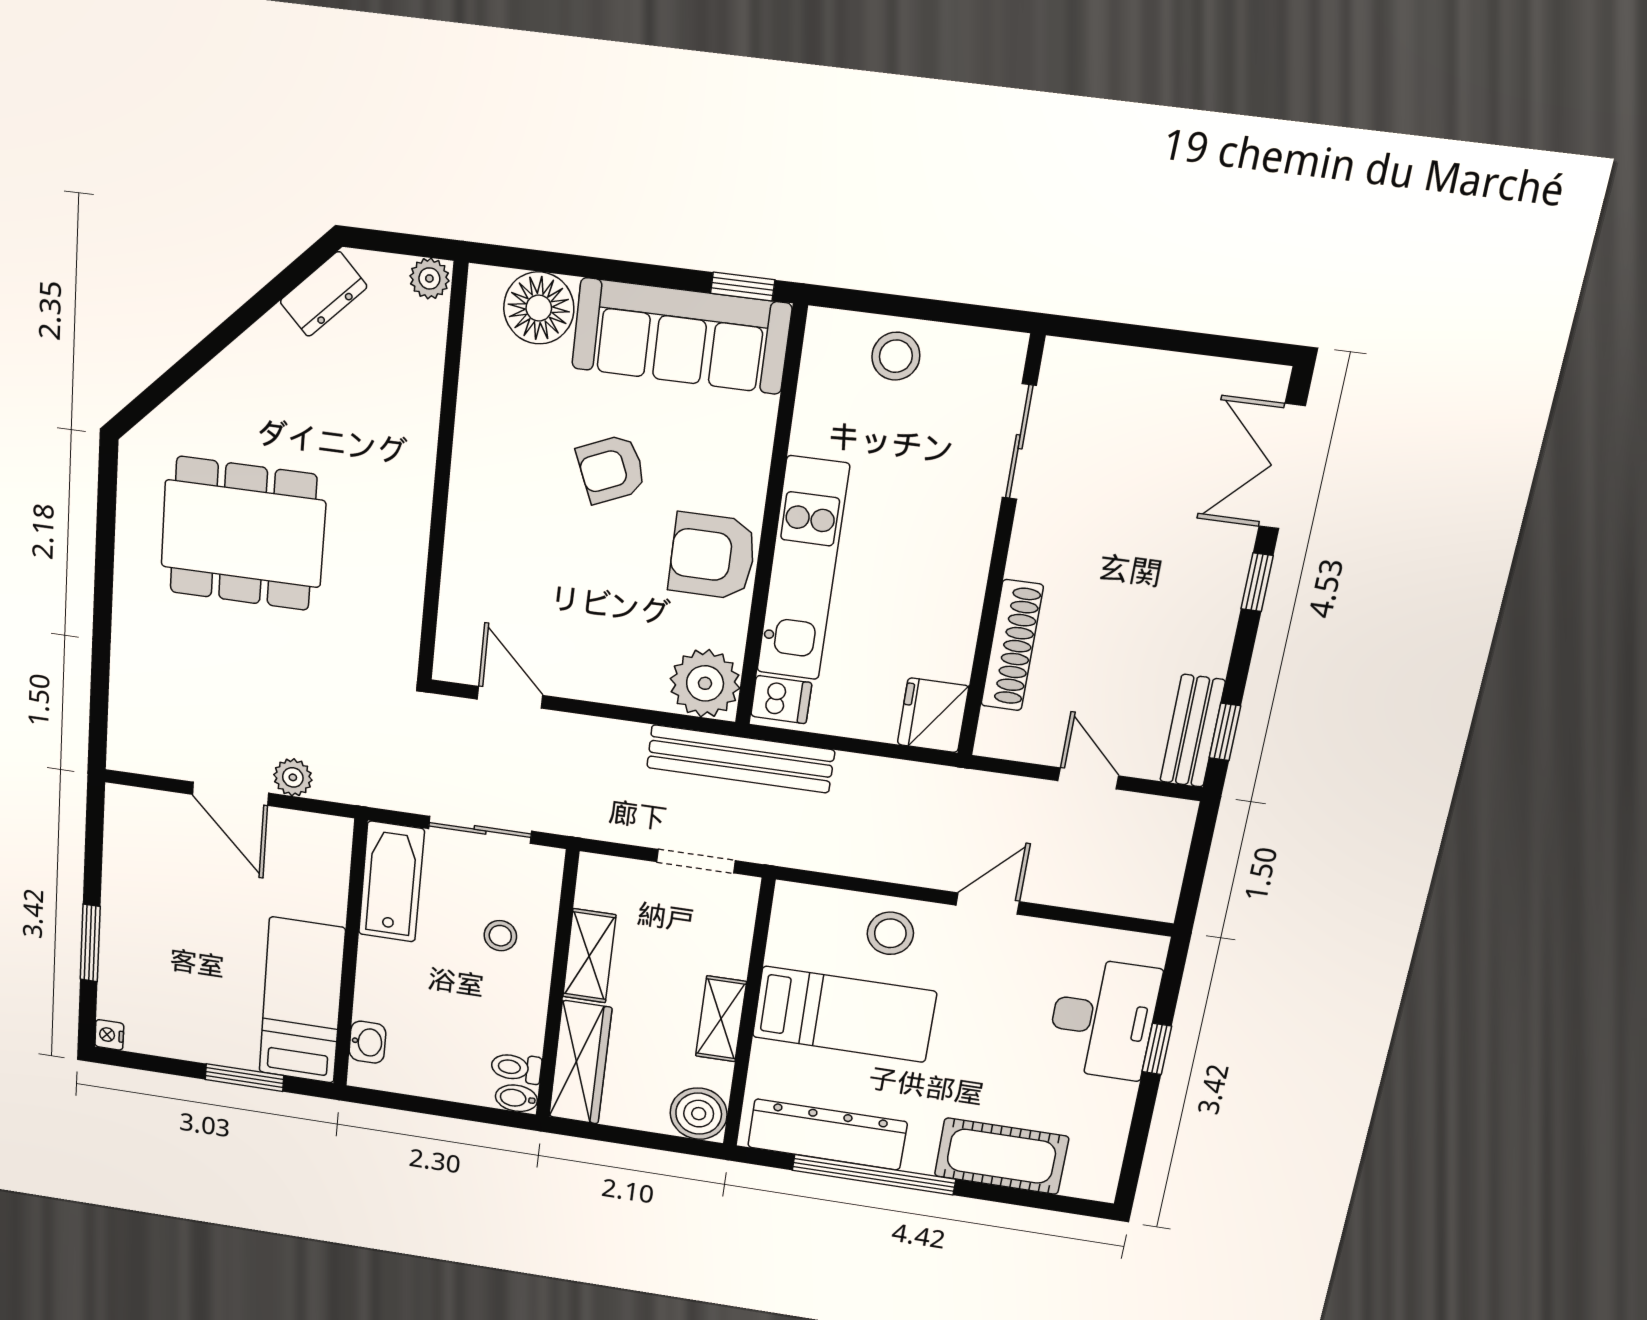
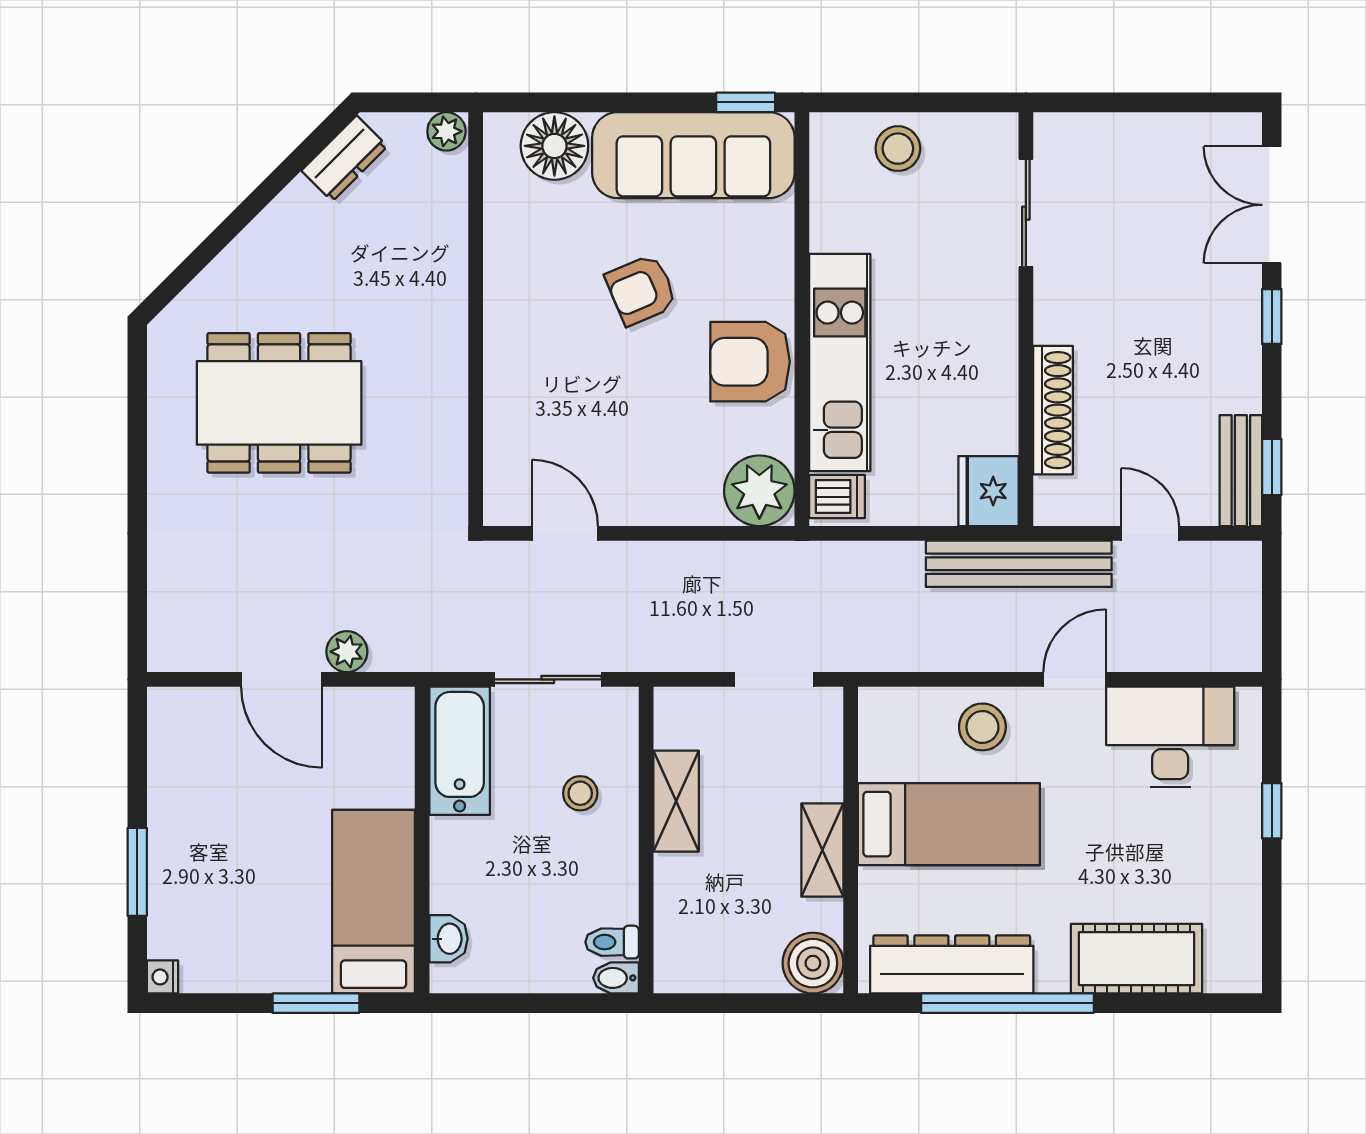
bench: (740, 759) -> (1019, 564), moved
desk: (1103, 1019) -> (1170, 737), moved, turned -90
wardrobe: (580, 1062) -> (680, 924), removed

